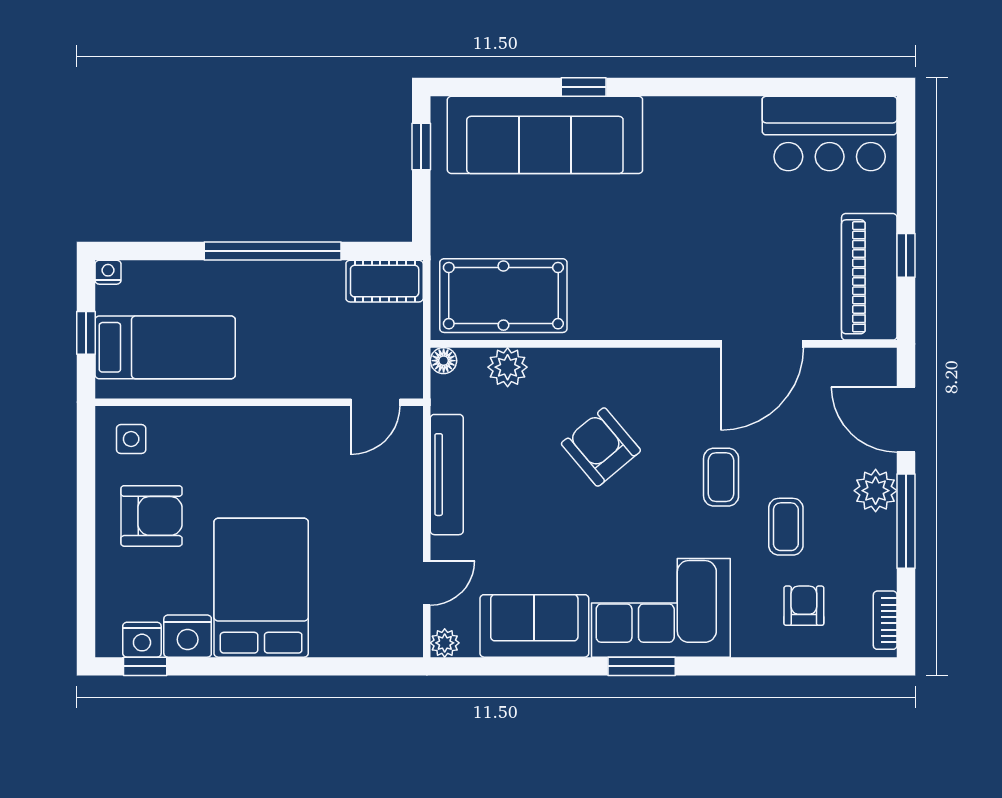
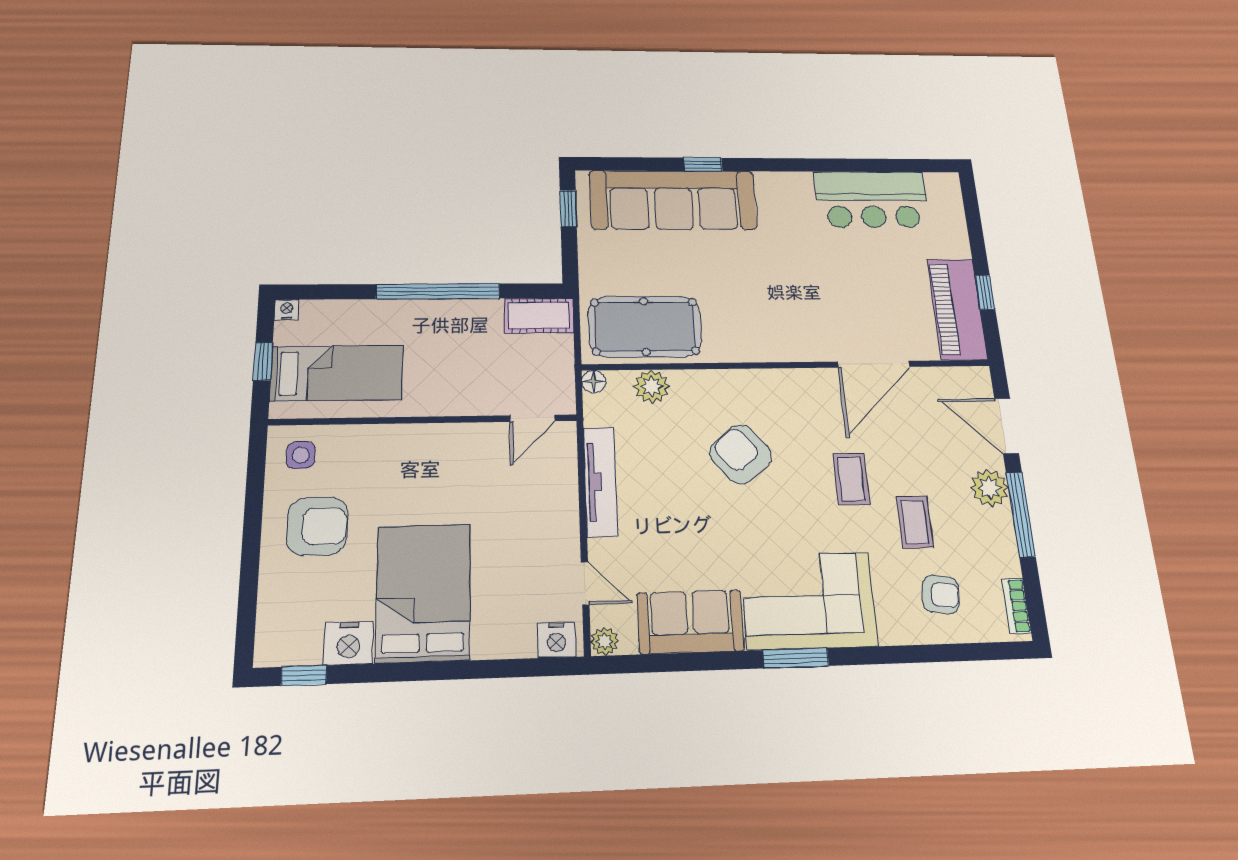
bar counter: (830, 133) -> (872, 199), moved
door: (427, 583) -> (585, 583), hinge flipped
armchair: (804, 606) -> (941, 594), turned 98
nightstand: (142, 640) -> (556, 640), moved

